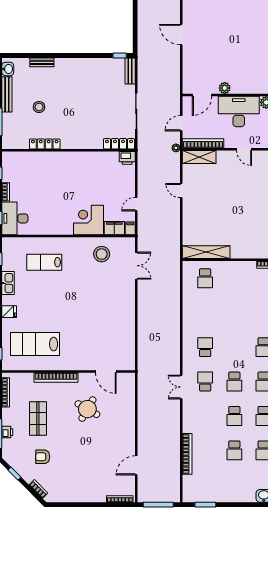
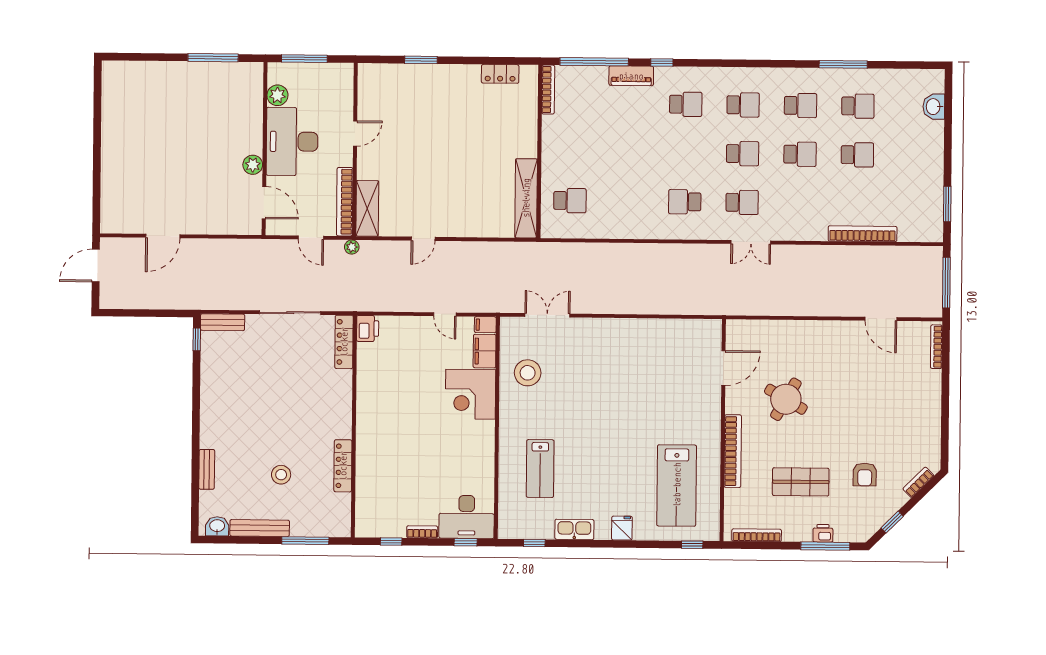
school desk: (205, 382) -> (742, 202), turned 180

